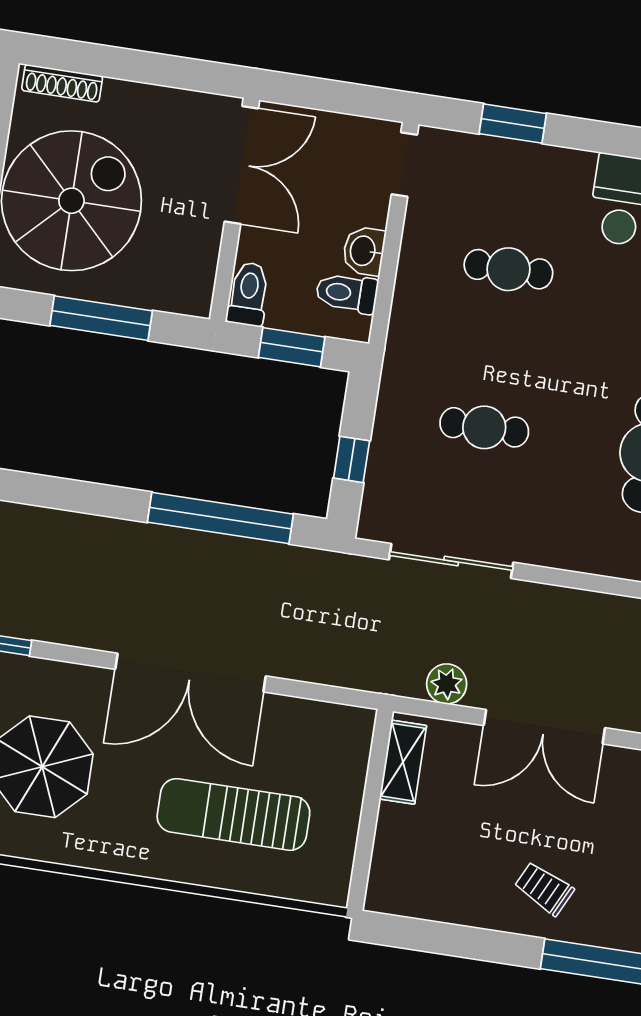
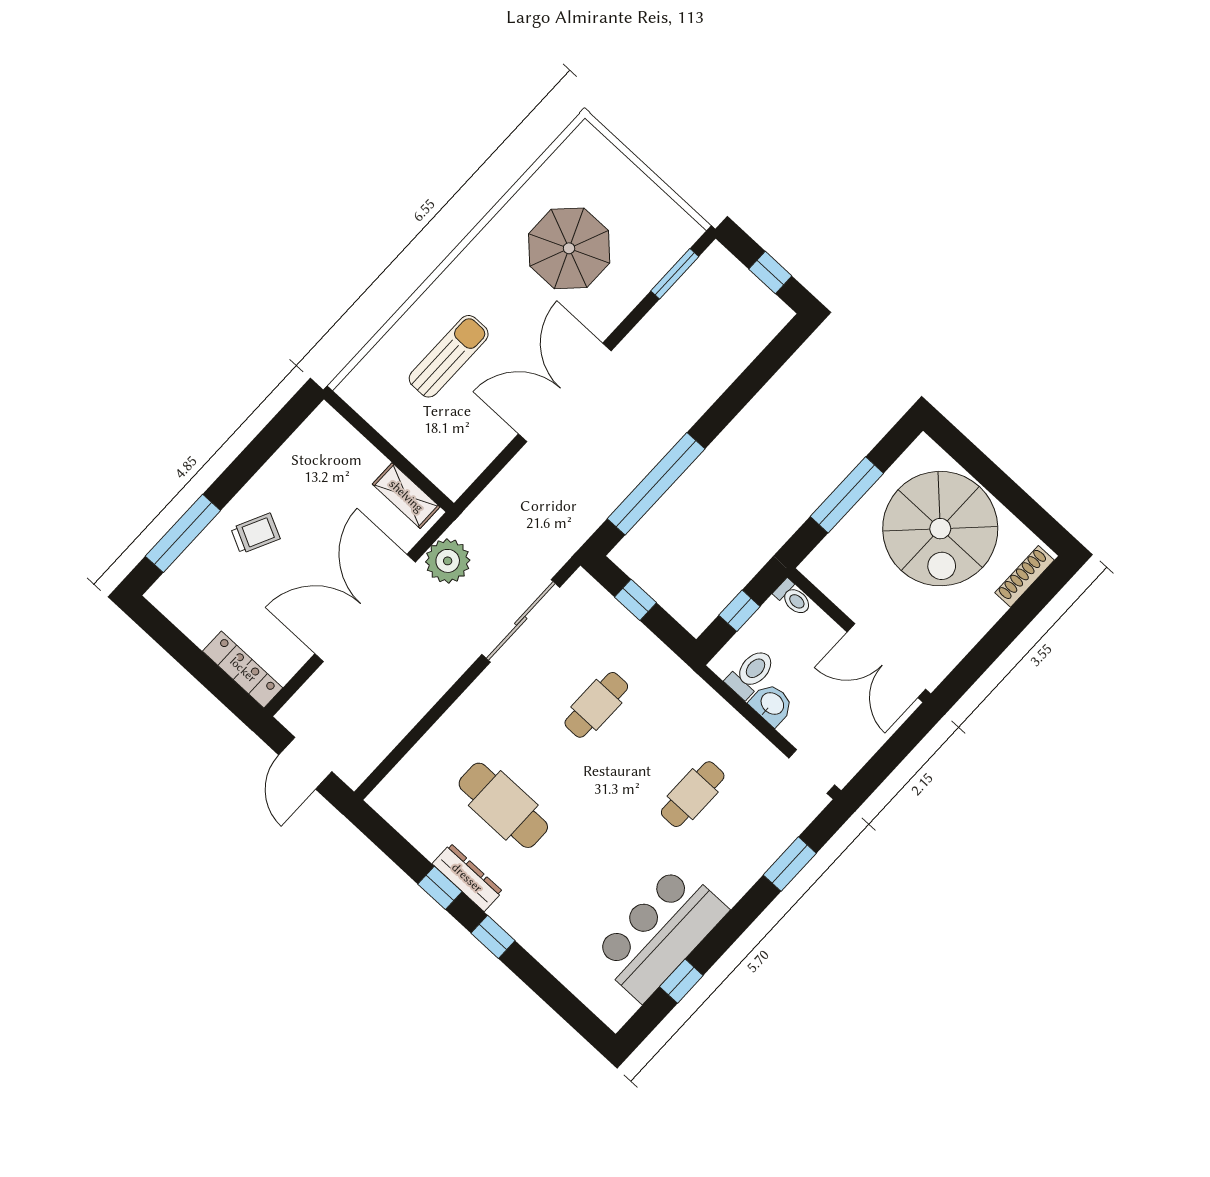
toilet: (248, 294) -> (793, 598), width x0.73, depth x0.72
window: (292, 347) -> (739, 611), width x0.67
plant: (447, 684) -> (448, 561), width x1.36, depth x1.36
double door: (544, 727) -> (365, 608), width x1.36
sun lounger: (233, 814) -> (449, 356), width x0.73, depth x0.75

